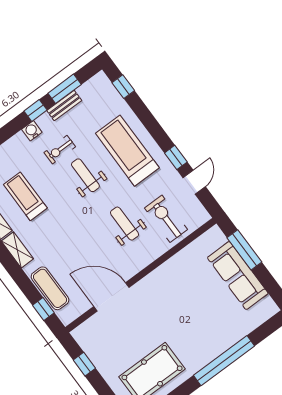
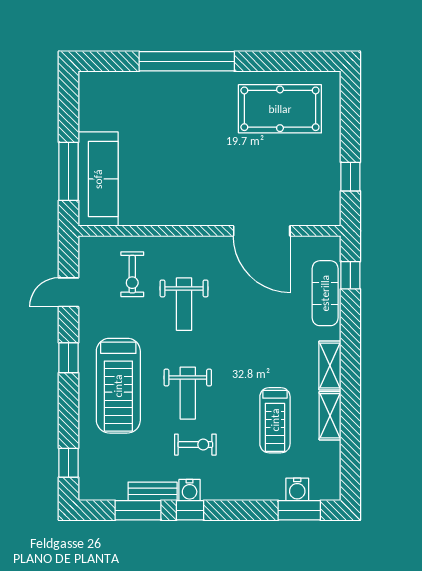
water cooler: (32, 131) -> (190, 490), moved
window: (176, 157) -> (69, 358), moved
exercise bike: (166, 219) -> (132, 274), width x0.73, depth x0.72
sofa: (238, 275) -> (98, 179), moved

